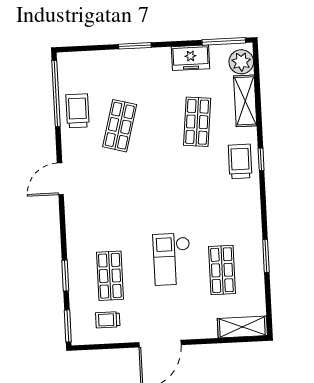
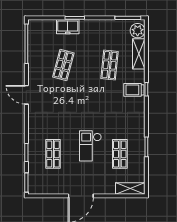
freezer: (191, 58) -> (68, 27), moved
trolley: (77, 111) -> (39, 55), removed
trolley: (240, 161) -> (134, 90), turned -90
door: (60, 179) -> (26, 95), hinge flipped
trolley: (108, 320) -> (50, 180), removed

